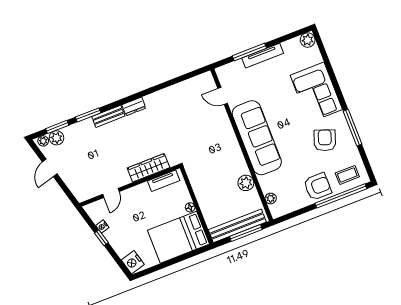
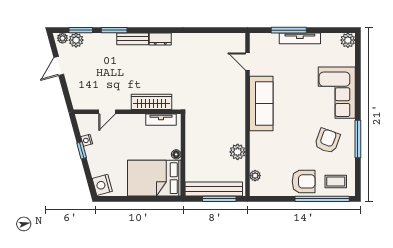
sofa: (257, 138) -> (261, 104), width x0.74, depth x0.79

